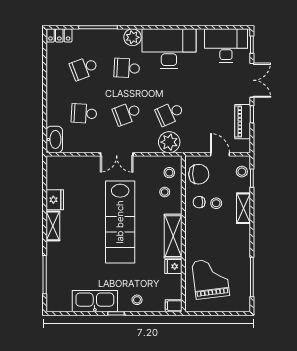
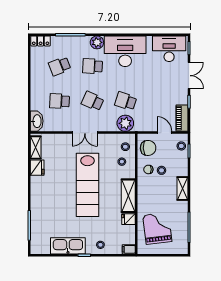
school desk: (127, 113) -> (93, 101), turned 45
school desk: (170, 113) -> (126, 101), turned 42
piano: (243, 122) -> (182, 118), moved
shelving: (244, 208) -> (183, 189), moved
shelving: (53, 226) -> (36, 147), moved

